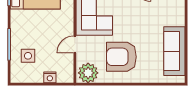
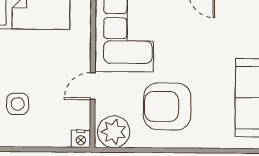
nightstand: (50, 77) -> (81, 139), moved

